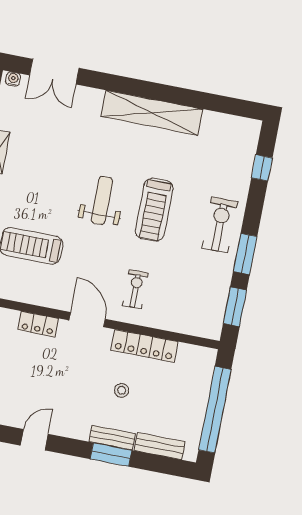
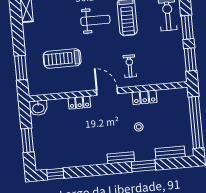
weight bench: (102, 200) -> (95, 20), turned 90
locker: (144, 346) -> (145, 97), width x0.66
bench: (112, 438) -> (121, 158), moved
door: (34, 440) -> (97, 170), removed

